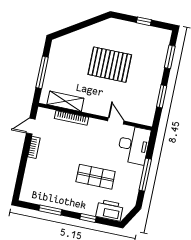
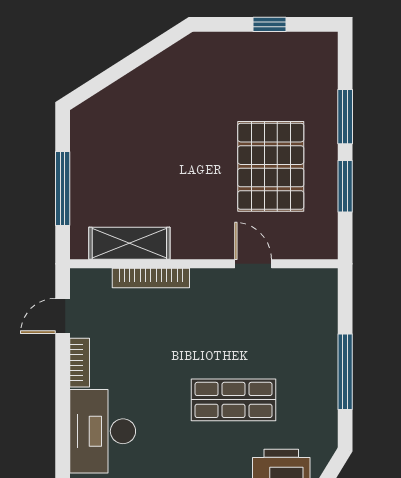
window: (170, 57) -> (345, 117), moved
pallet: (110, 65) -> (271, 166), moved, turned 90
desk: (134, 145) -> (103, 431), moved, turned 180

